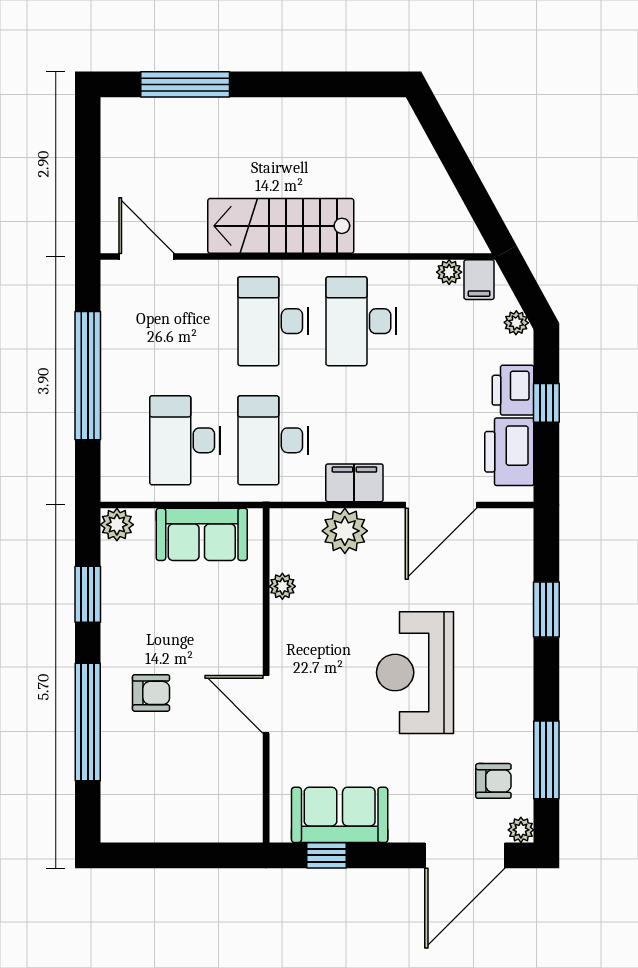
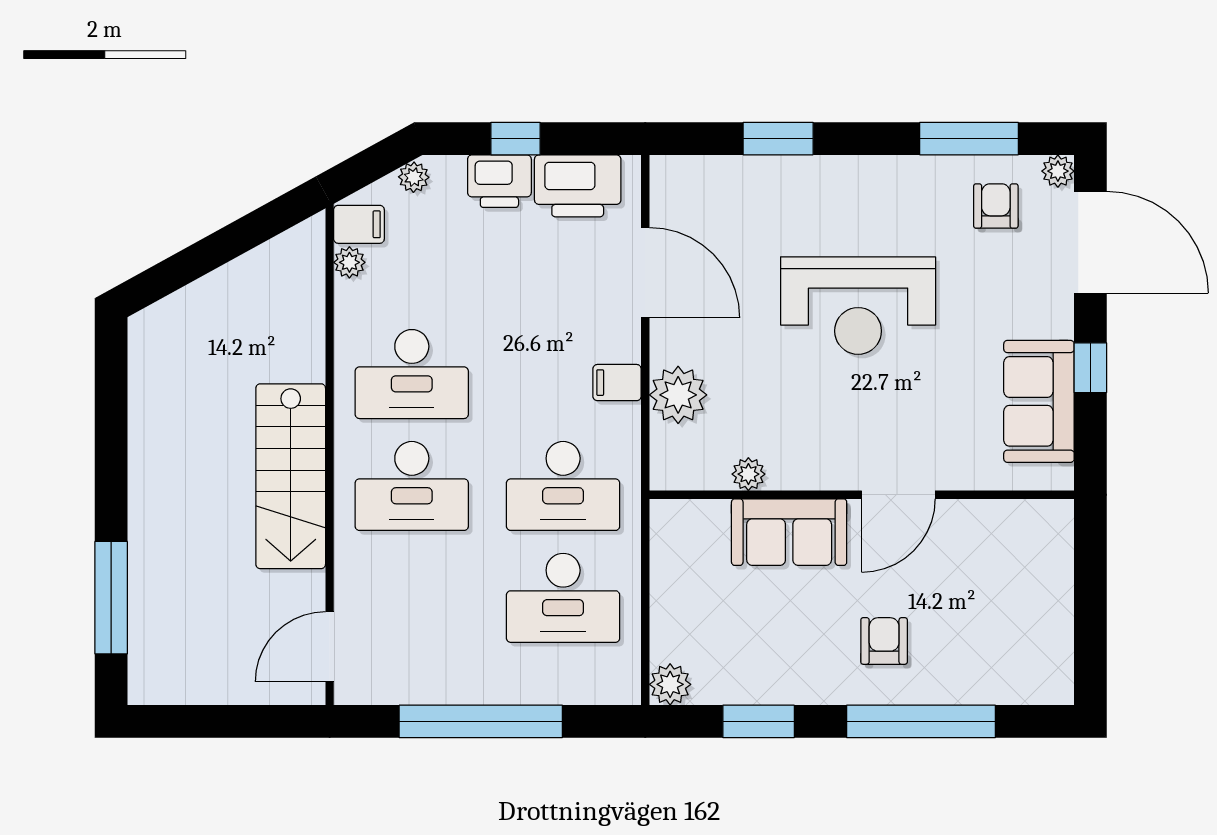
filing cabinet: (354, 483) -> (617, 383), width x0.50
sofa: (202, 534) -> (789, 532), moved, turned 90
window: (326, 855) -> (1090, 368), moved

